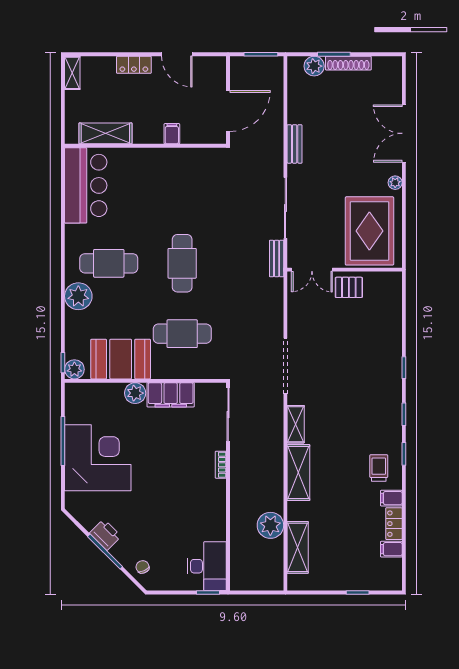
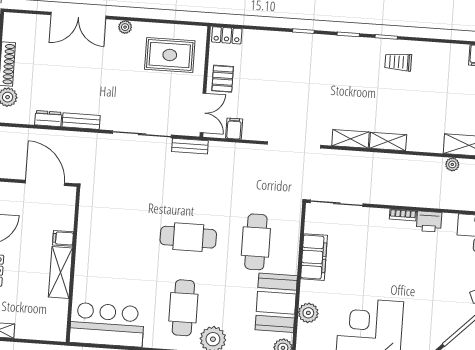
dresser: (295, 110) -> (48, 119), added
shelving: (105, 133) -> (60, 273), moved
rug: (369, 231) -> (170, 55), width x0.73, depth x0.69
plant: (135, 393) -> (308, 313), moved
bookcase: (221, 465) -> (403, 215), moved
shelving: (298, 473) -> (388, 142), width x0.67, depth x0.75
filing cabinet: (391, 498) -> (234, 129), moved, turned 180
locker: (394, 524) -> (227, 35), moved
plant: (270, 525) -> (452, 164), width x0.53, depth x0.53
printer: (105, 535) -> (429, 221), moved, turned -135

